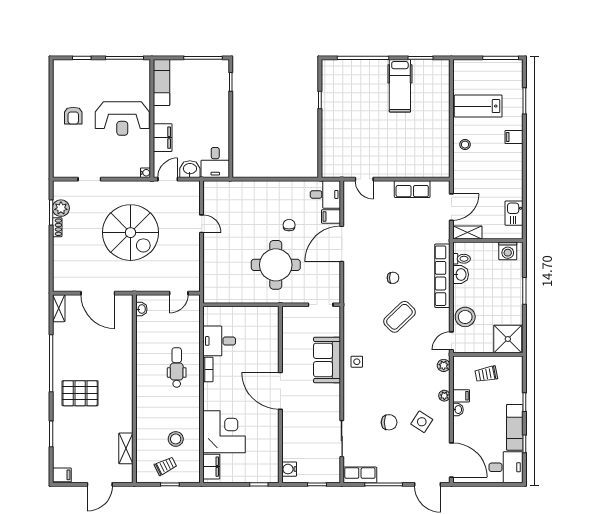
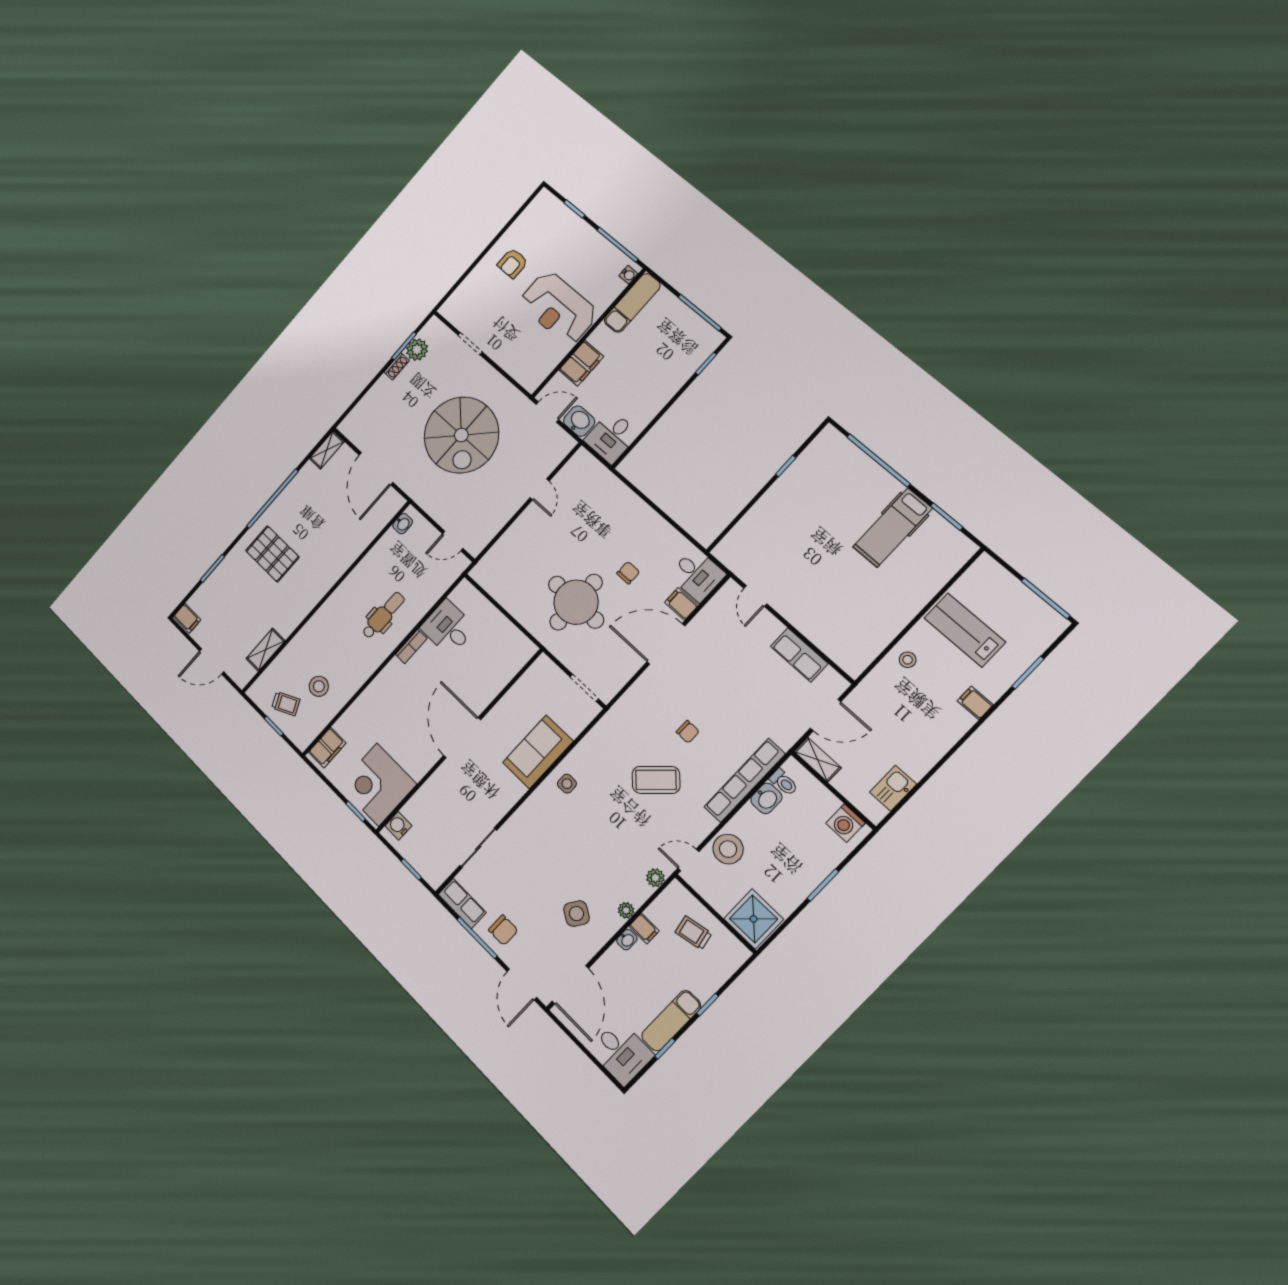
water cooler: (145, 173) -> (628, 275), moved
chair: (389, 422) -> (503, 930), moved
corner desk: (224, 432) -> (378, 785), moved, turned 180

